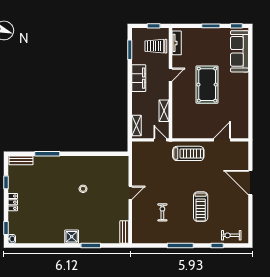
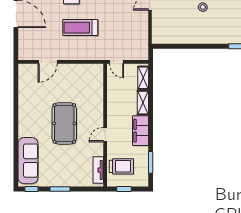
shelving: (164, 111) -> (143, 103), moved
treadmill: (188, 153) -> (80, 28), moved

